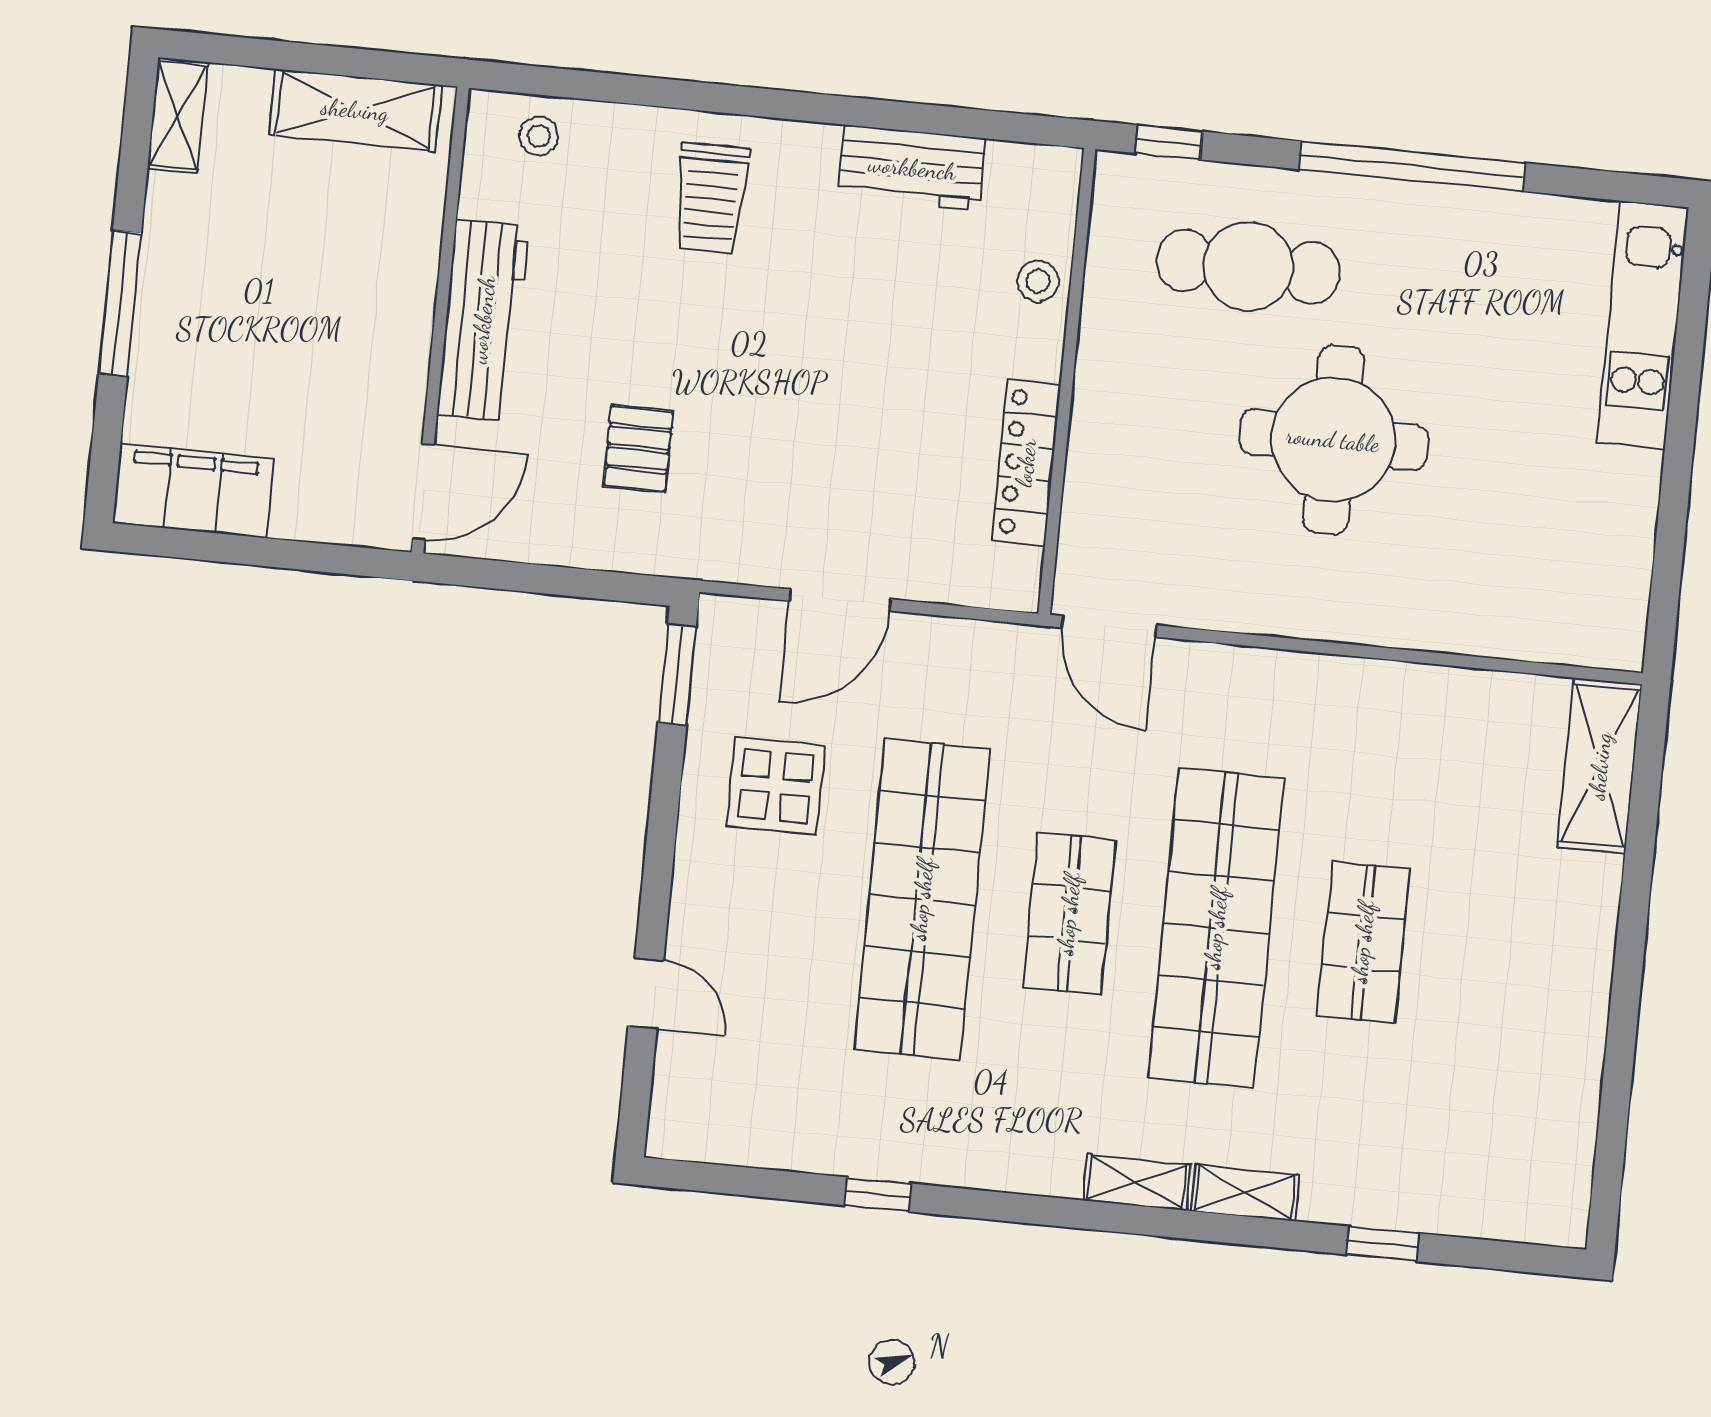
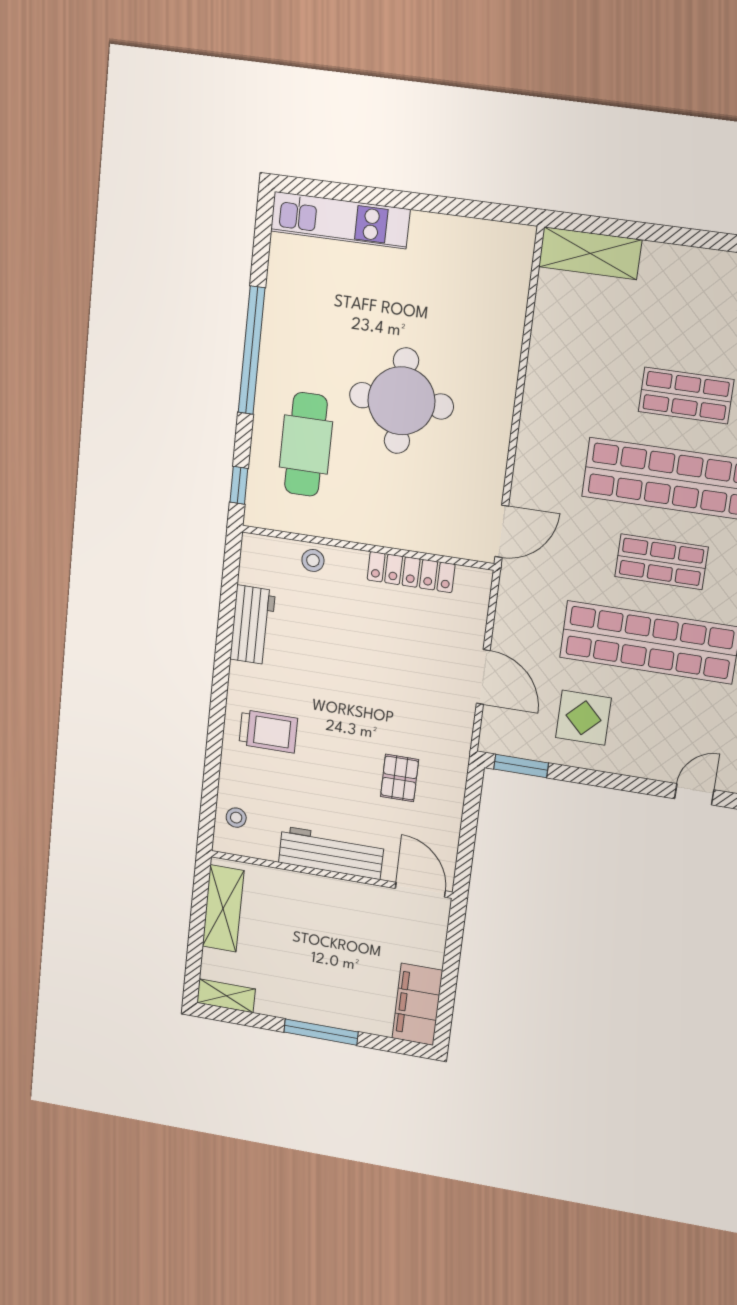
pallet: (638, 448) -> (400, 778), turned 90

